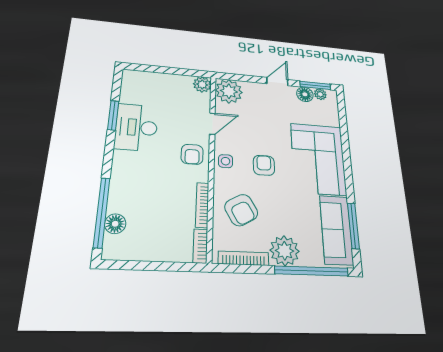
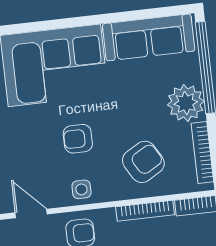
window: (353, 226) -> (140, 15), removed

